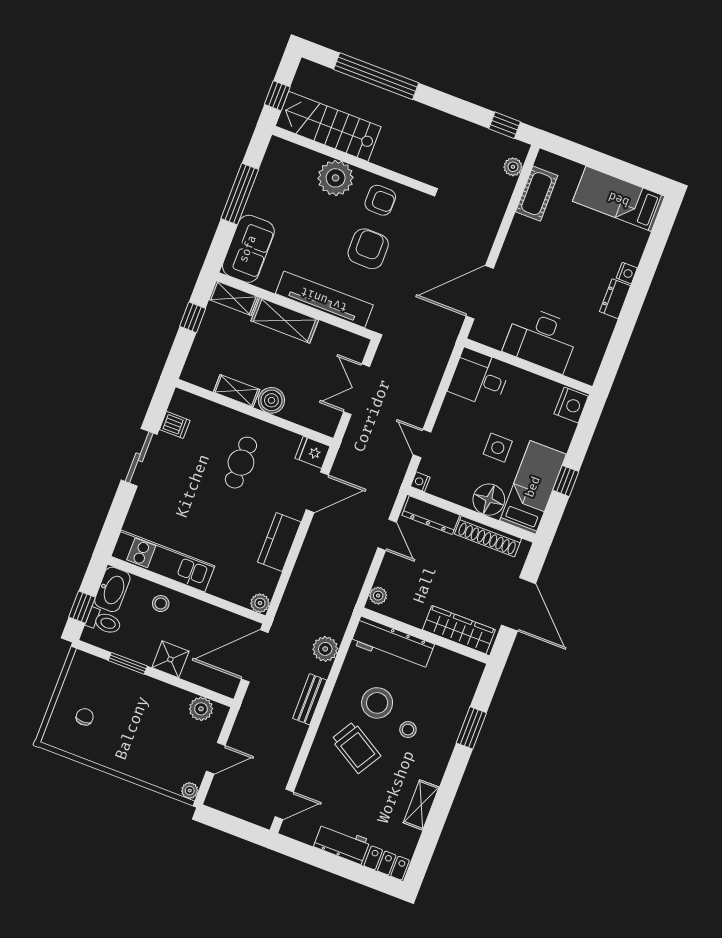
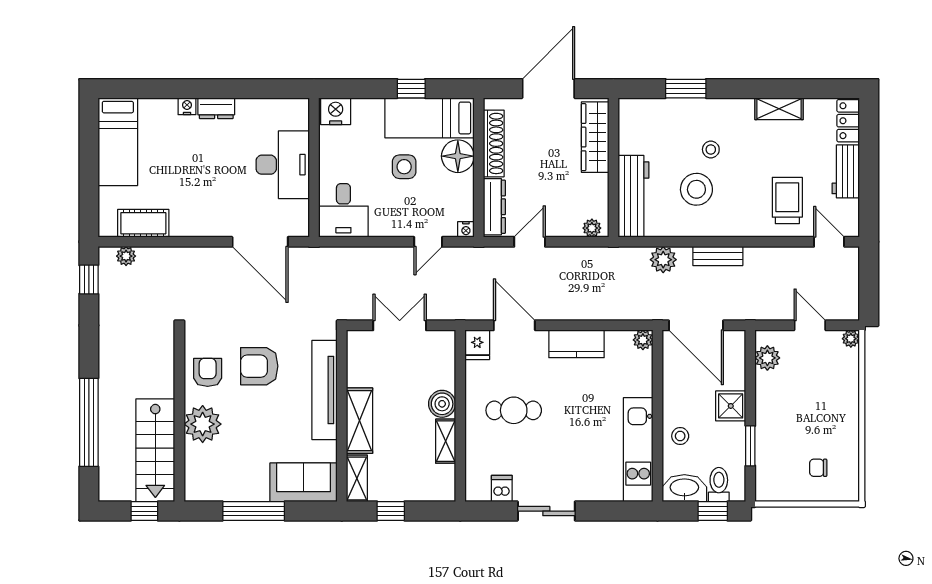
double door: (357, 389) -> (400, 325), swing flipped
trolley: (356, 748) -> (787, 201), moved, turned -31

